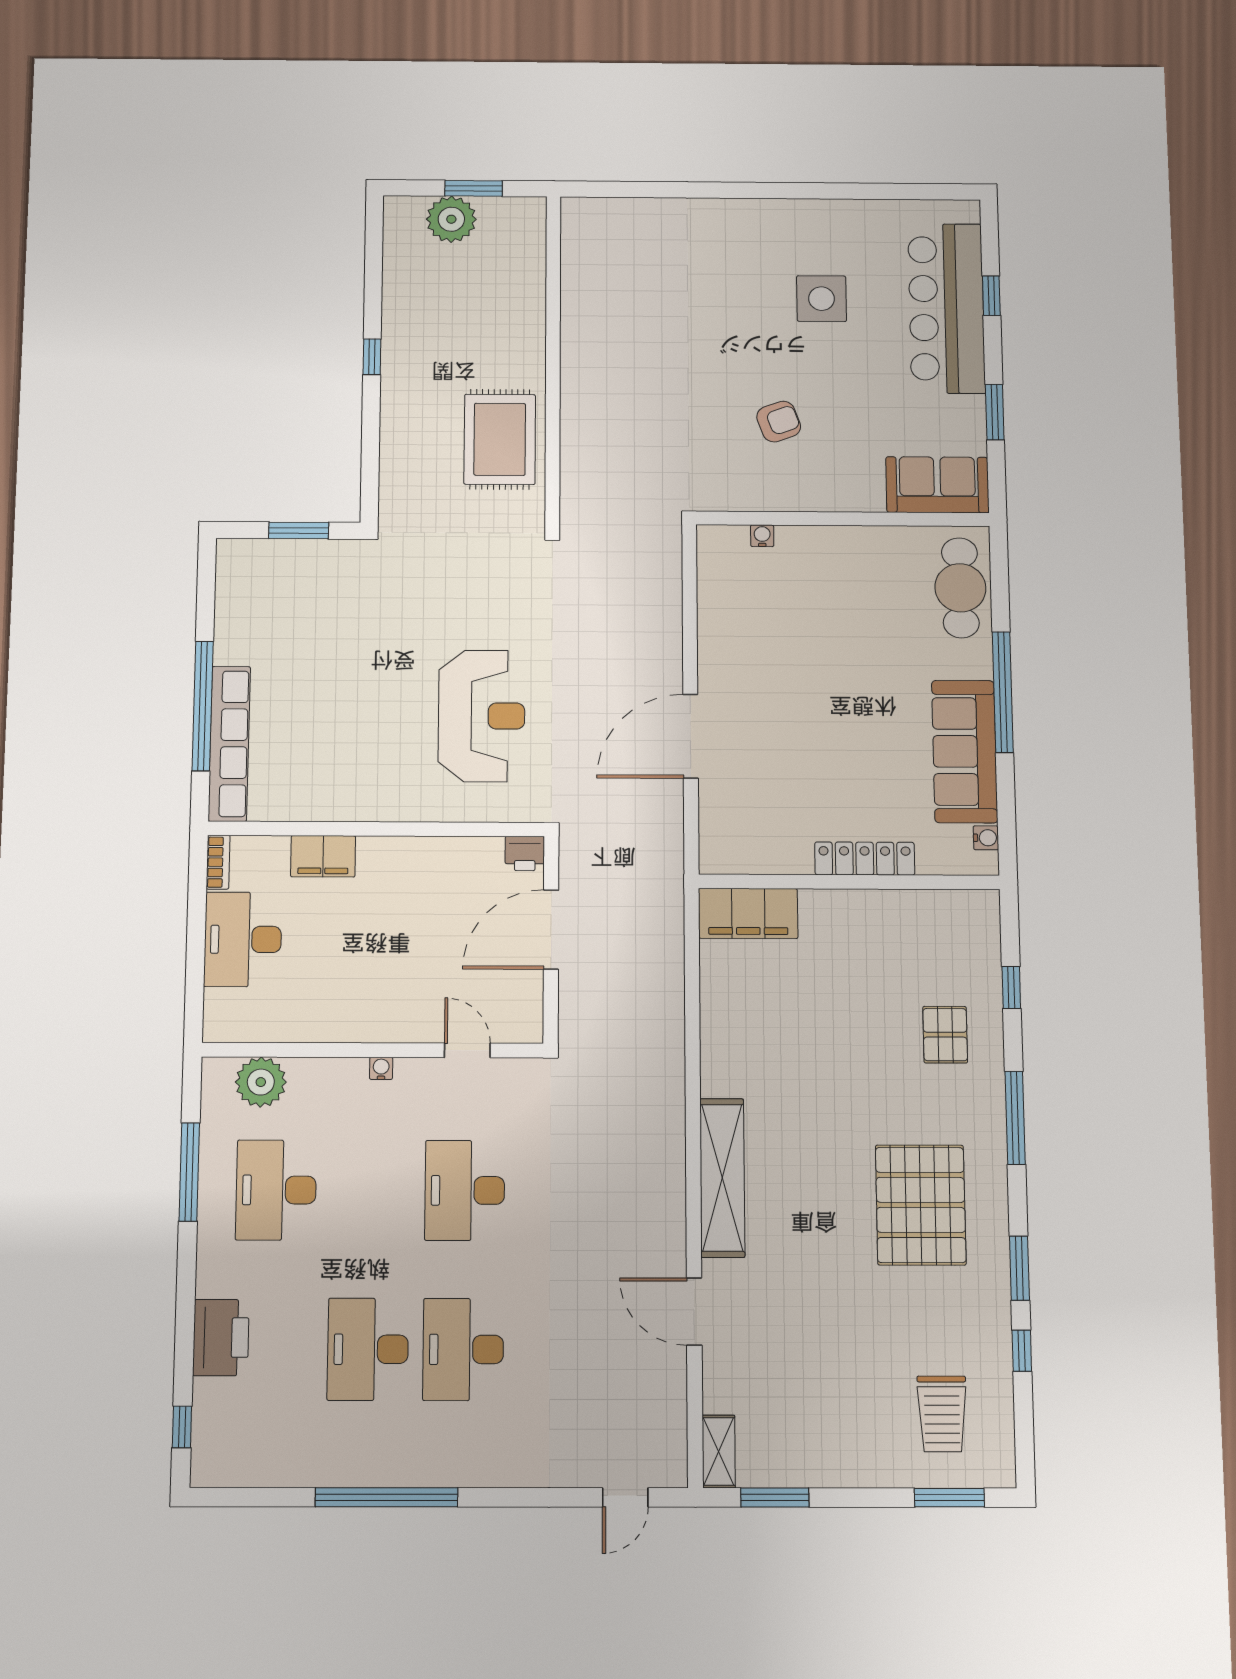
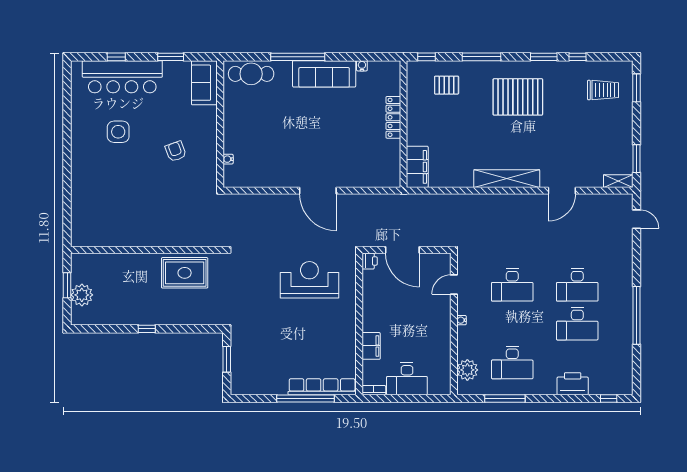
locker: (865, 859) -> (393, 117), moved
wall: (849, 882) -> (404, 124), moved
filing cabinet: (748, 913) -> (417, 167), moved

